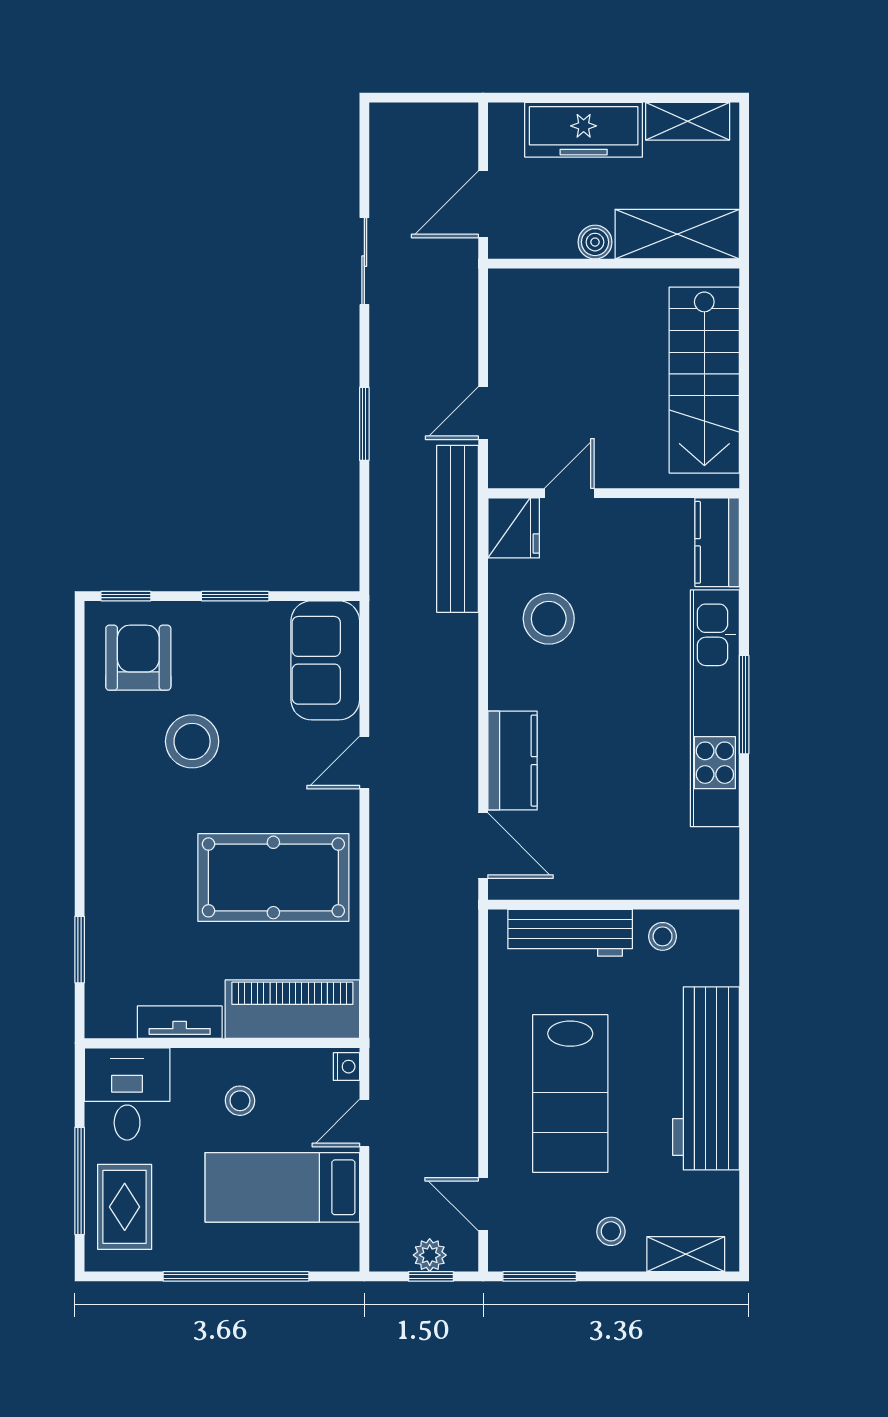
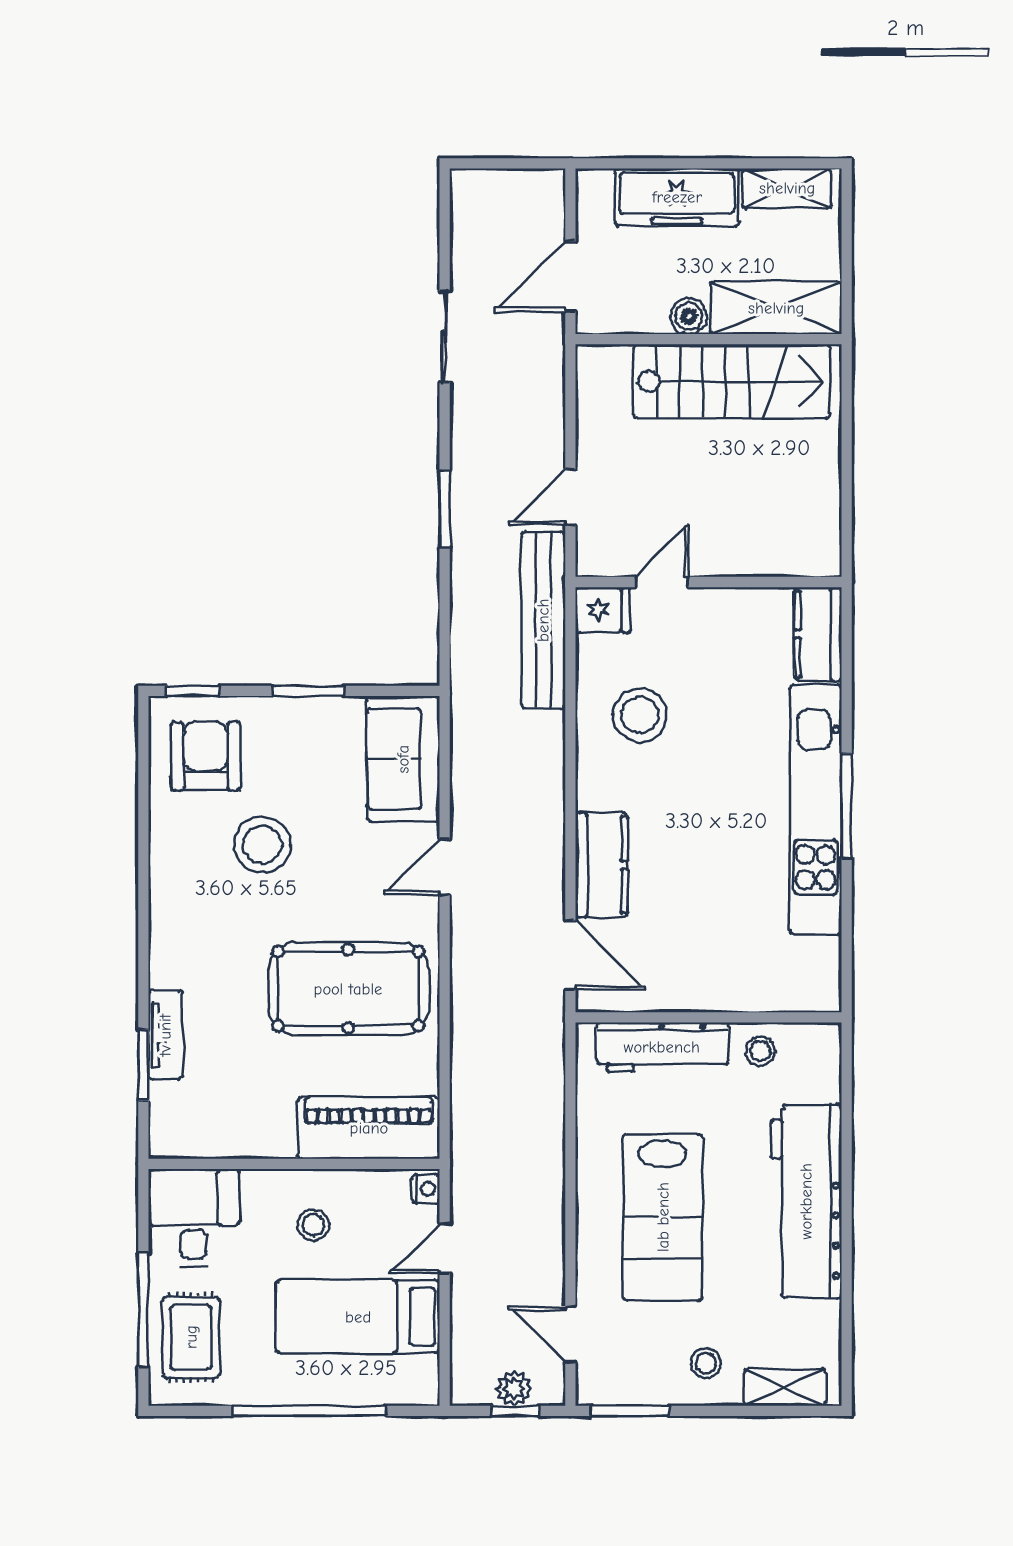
stairs: (704, 380) -> (732, 381), moved, turned -90
fridge: (514, 528) -> (603, 610), width x0.72
tv unit: (180, 1022) -> (165, 1035), moved, turned 90

